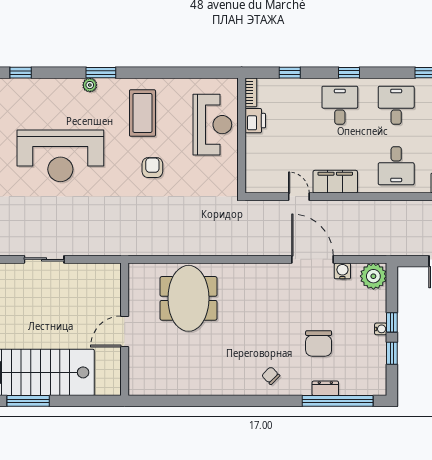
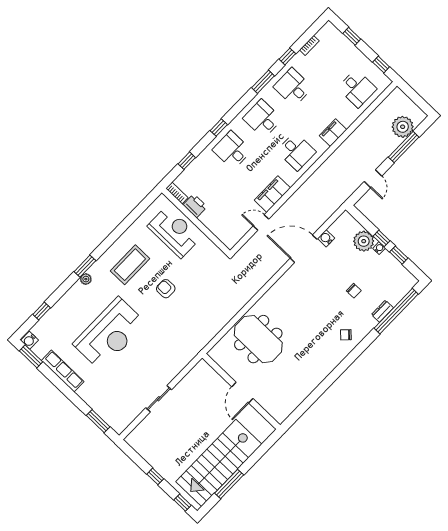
coffee table: (142, 113) -> (130, 265), turned 90
plant: (373, 276) -> (364, 241), moved
chair: (319, 343) -> (354, 291), width x0.54, depth x0.54

